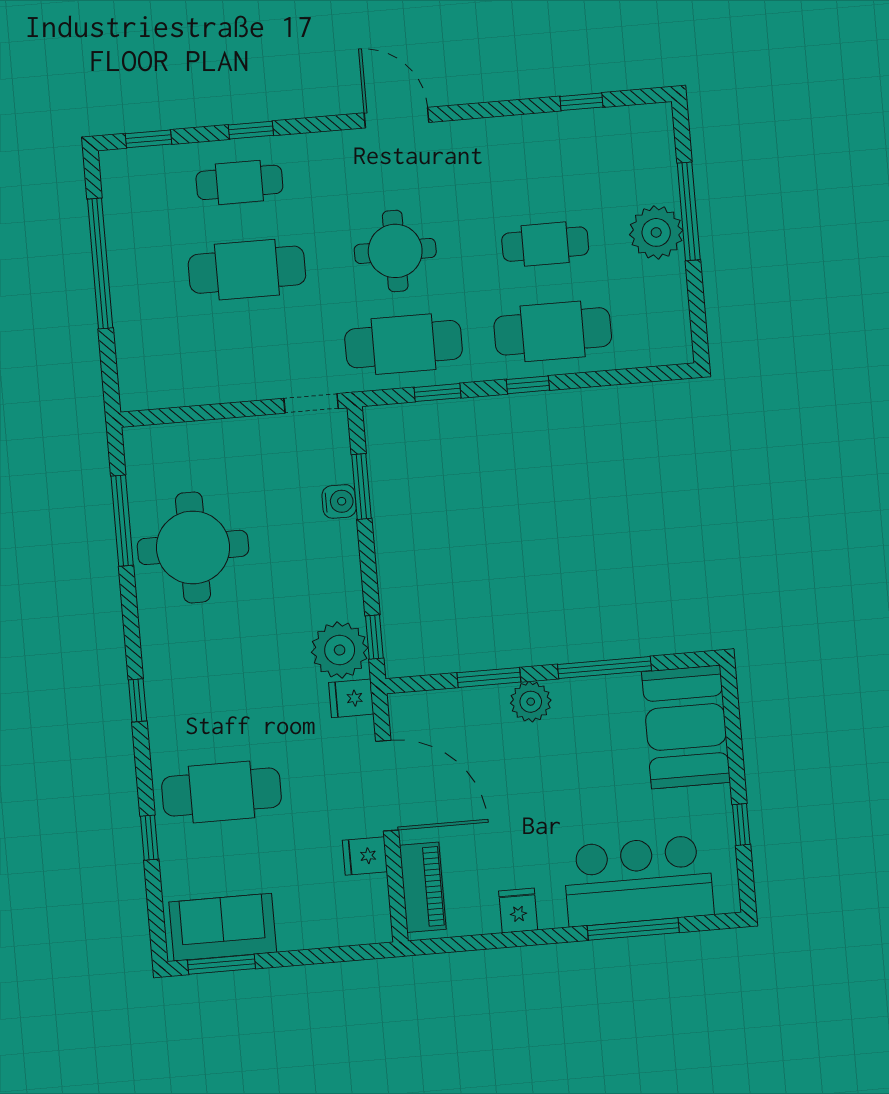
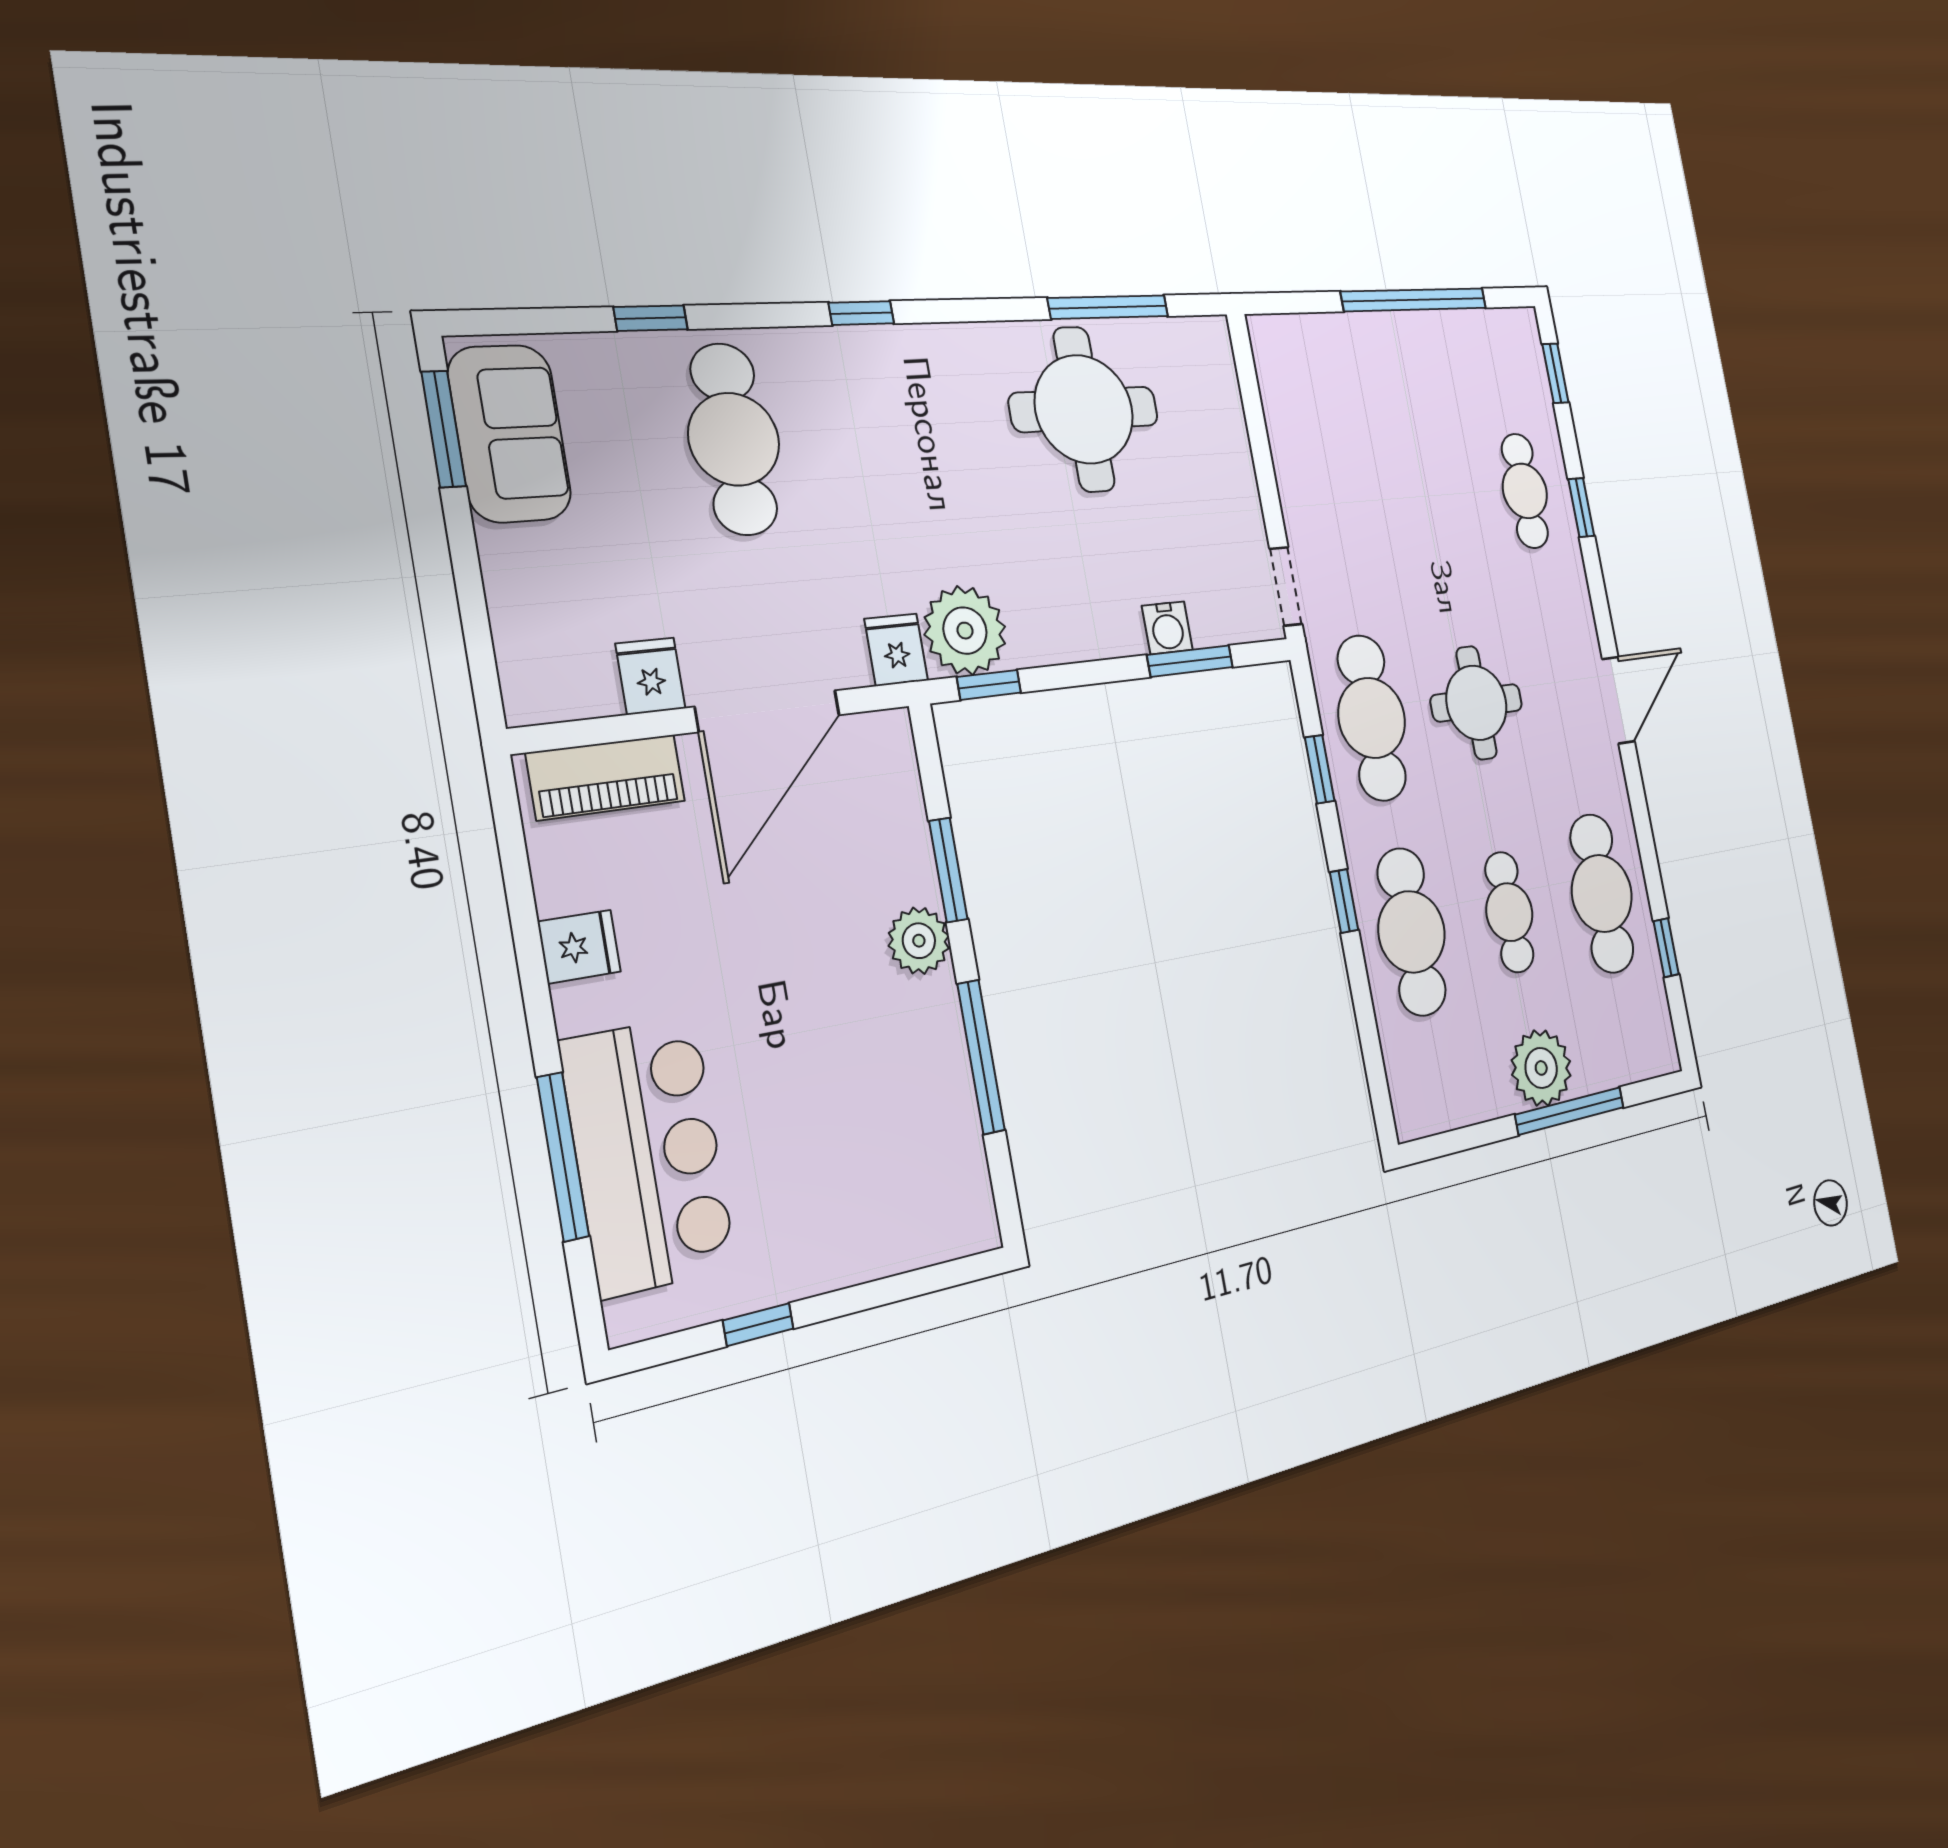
cafe table: (247, 270) -> (1602, 893), moved
booth: (686, 727) -> (905, 1204), removed

